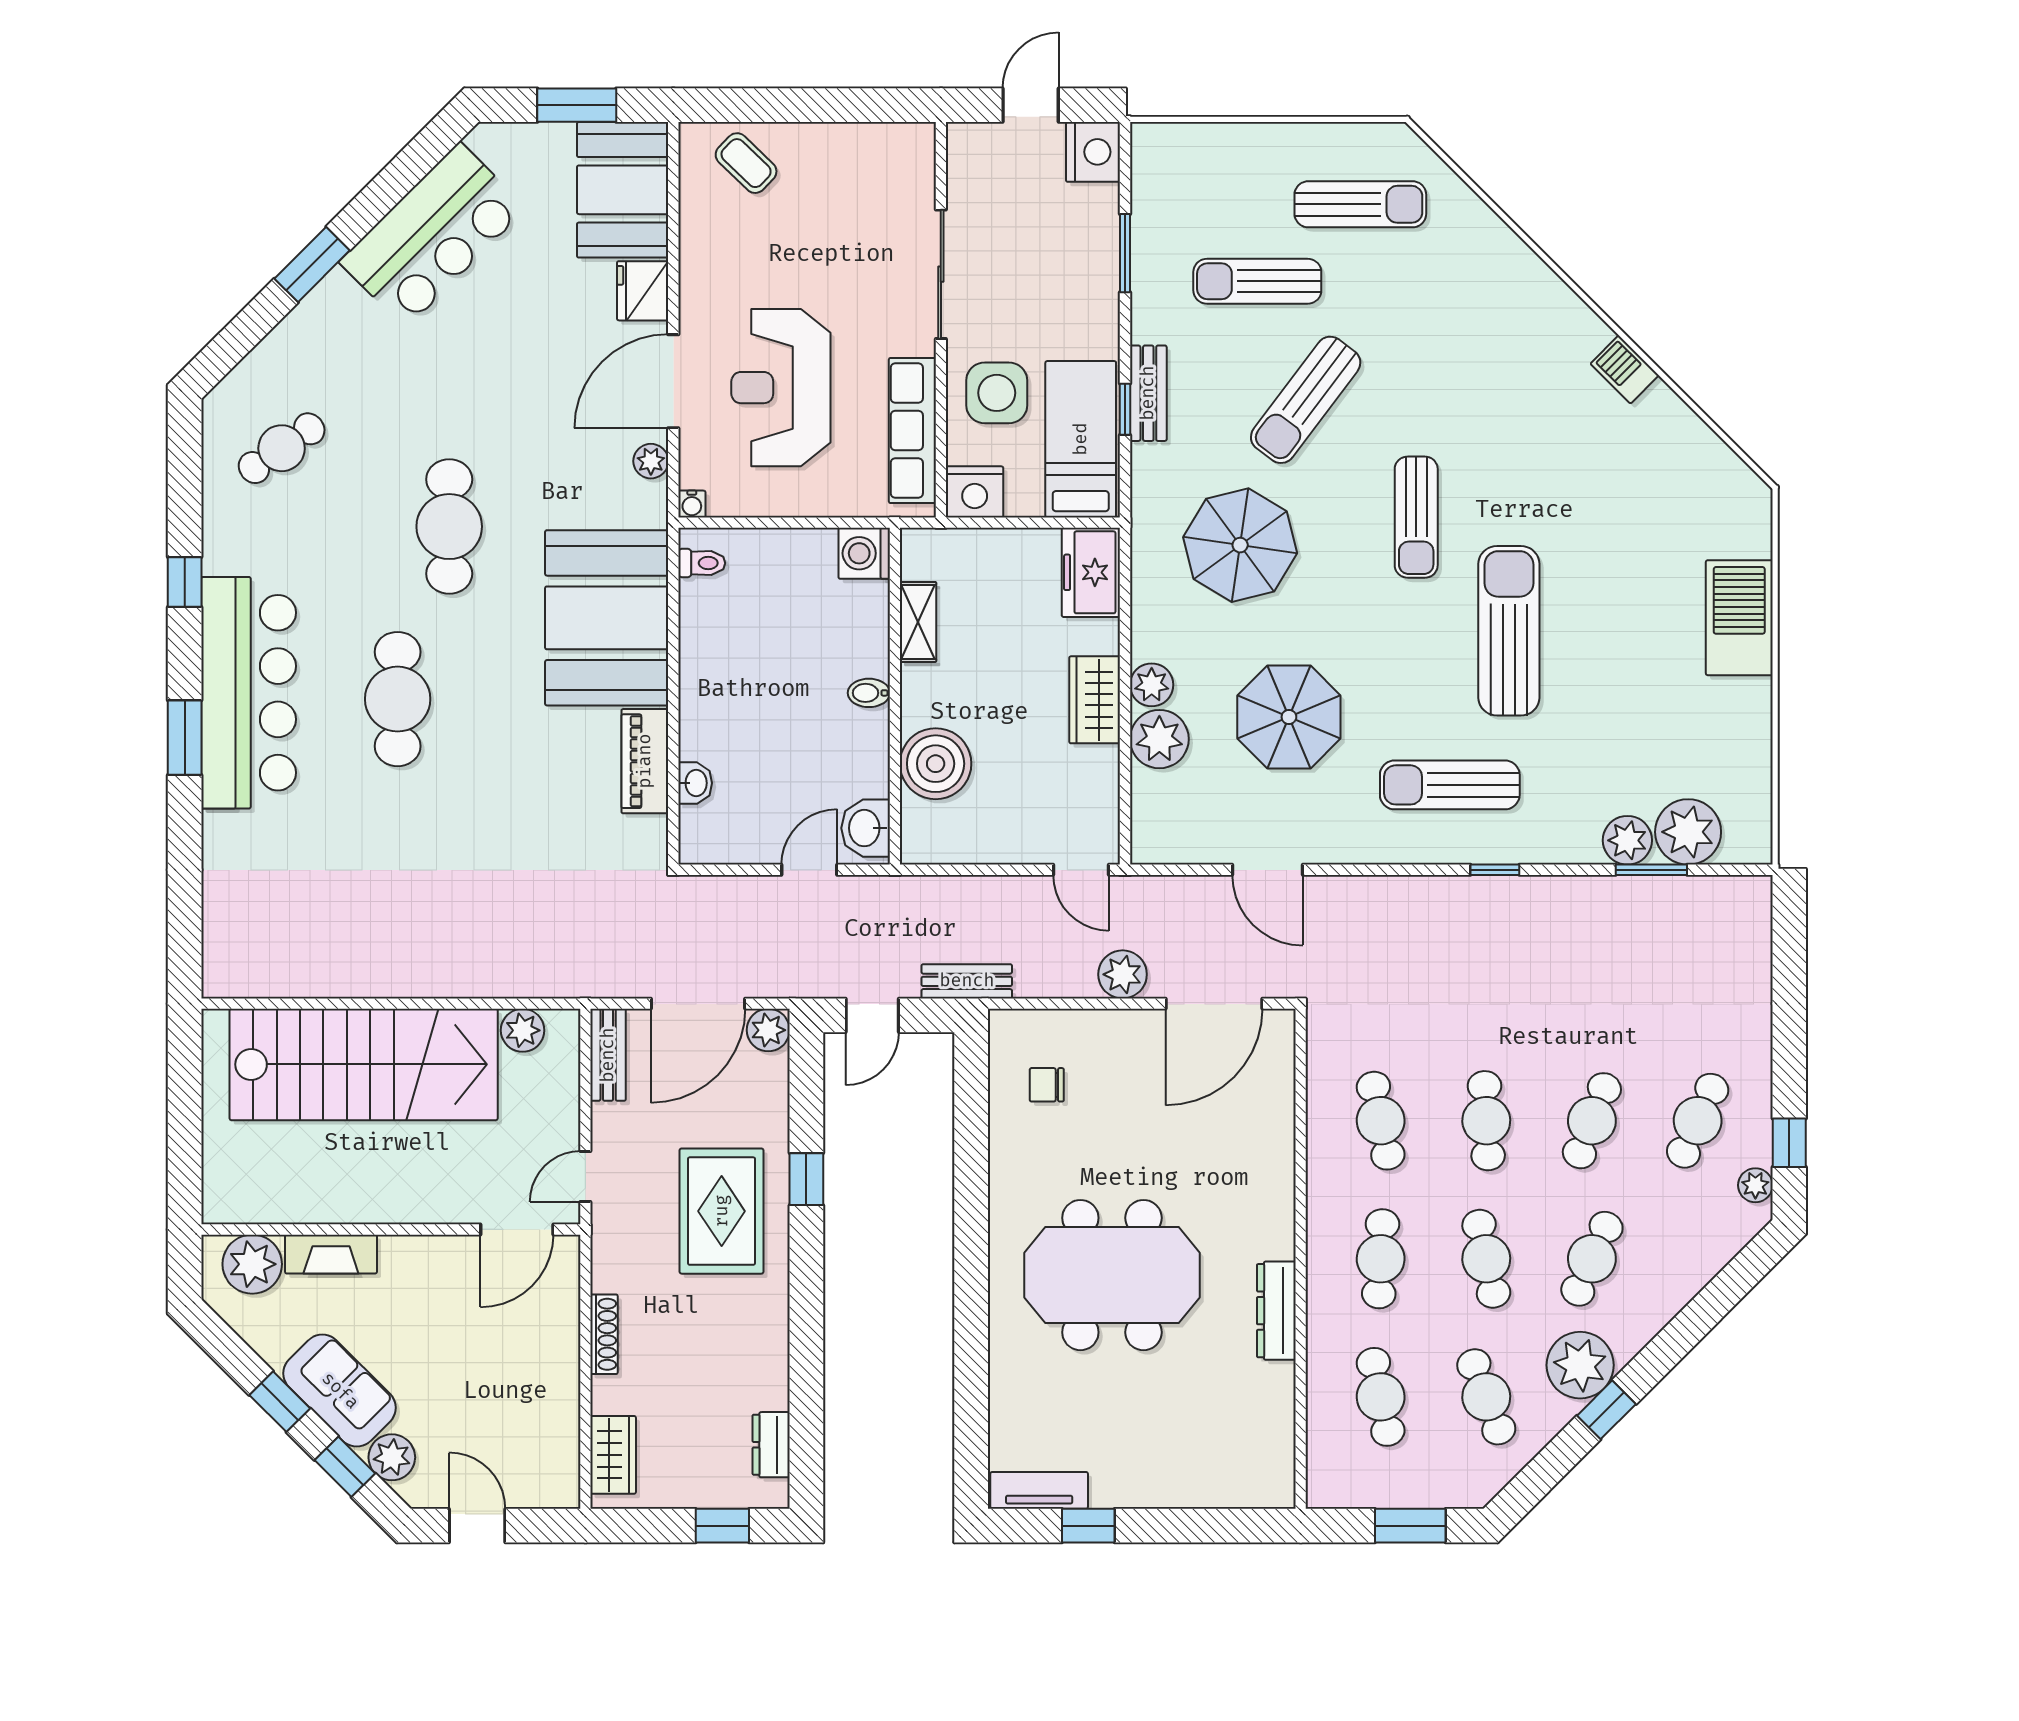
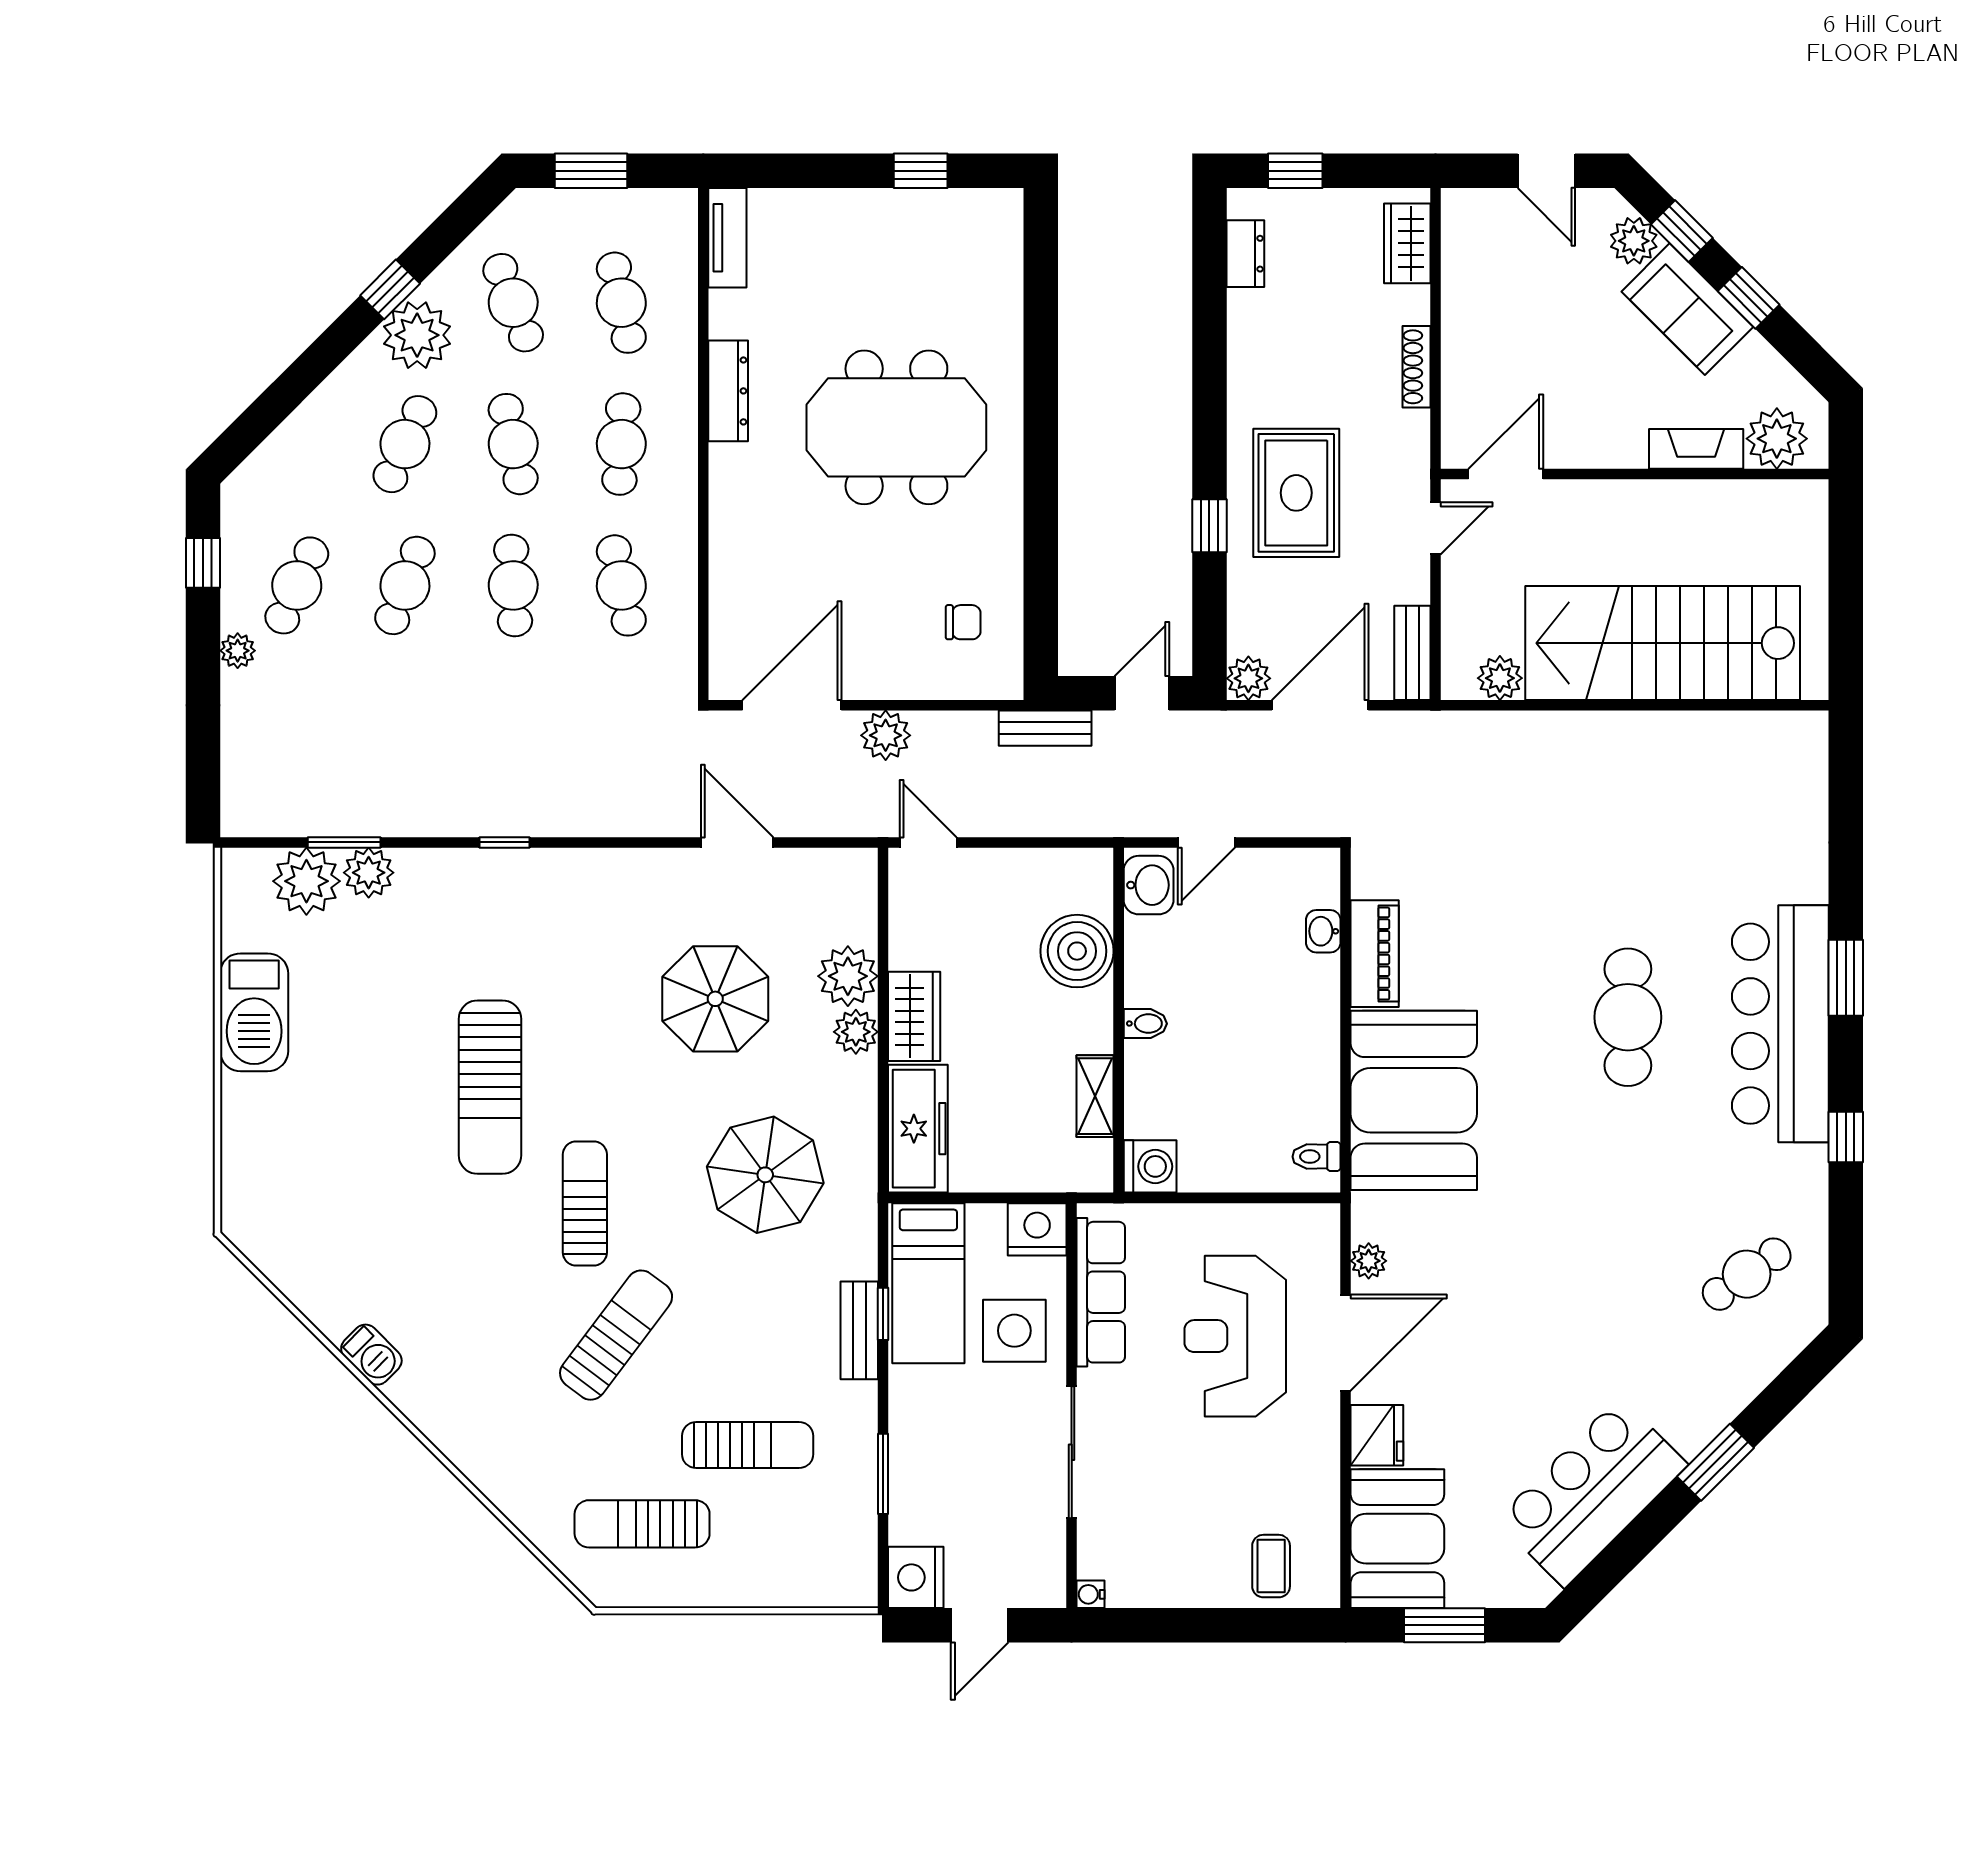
coffee table: (746, 163) -> (1271, 1566), turned 46
reception desk: (781, 388) -> (1235, 1336), turned 180
sun lounger: (1306, 400) -> (616, 1335), moved
water cooler: (692, 504) -> (1091, 1594), moved, turned -90
cafe table: (449, 527) -> (1575, 1194), removed
freezer: (1091, 572) -> (918, 1129), width x1.40
barbecue: (1739, 618) -> (254, 1012), moved
sun lounger: (1450, 785) -> (551, 929), removed
plant: (1755, 1185) -> (238, 651), moved
tv unit: (1039, 1490) -> (727, 238), moved, turned -90

